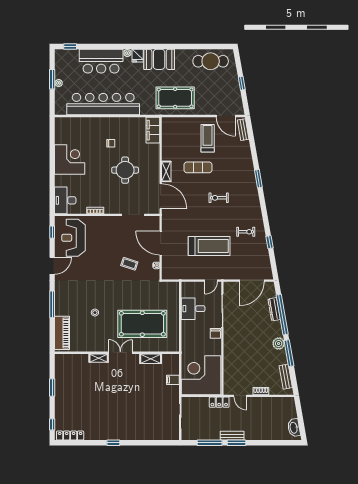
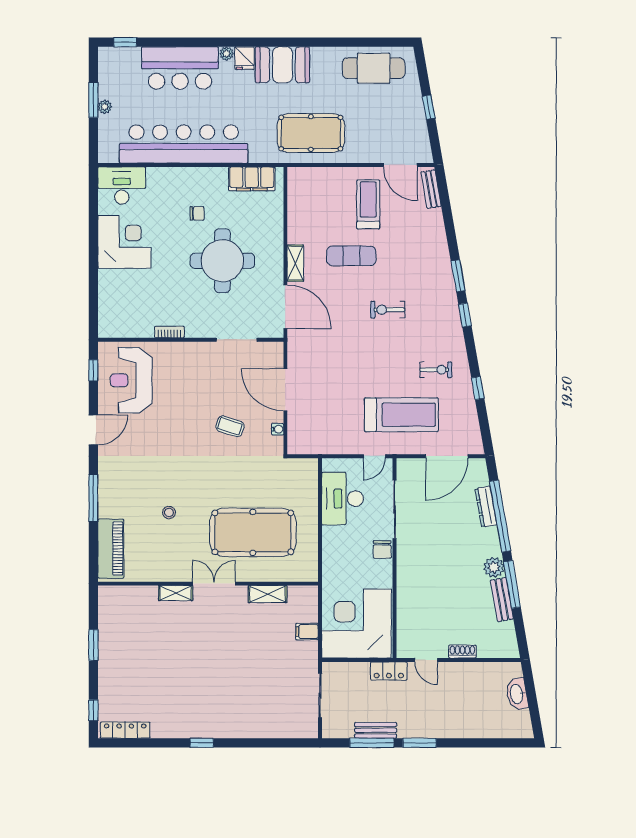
filing cabinet: (153, 130) -> (252, 179), moved, turned -90
round table: (125, 170) -> (222, 261), width x1.36, depth x1.36
desk: (65, 200) -> (122, 186), moved, turned 90
window: (262, 201) -> (465, 315), added
treadmill: (209, 246) -> (401, 415), moved
desk: (193, 309) -> (343, 499), width x1.37
bench: (286, 377) -> (502, 600), moved
washbasin: (294, 428) -> (517, 694), moved
bench: (232, 436) -> (376, 730), moved

